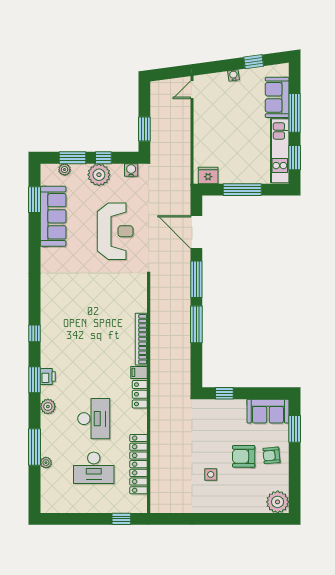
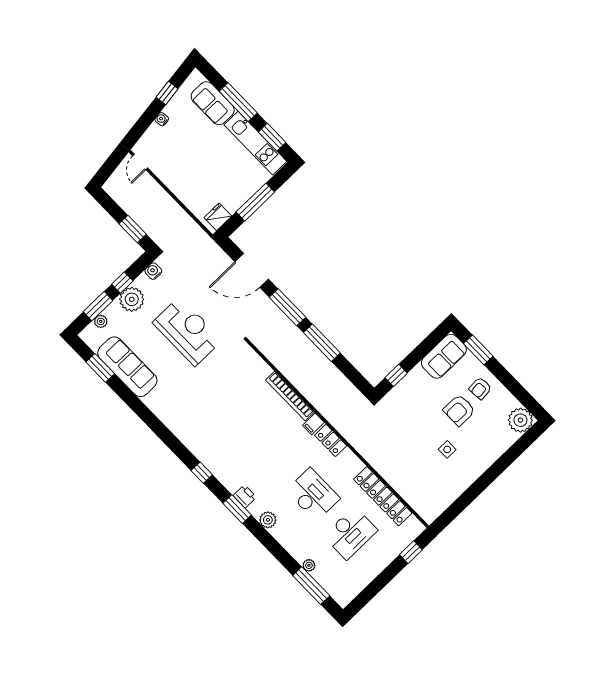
window: (35, 447) -> (311, 586), moved

